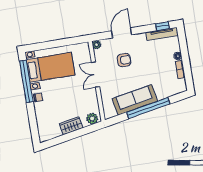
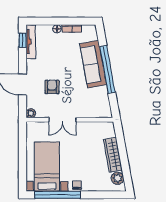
sofa: (135, 100) -> (93, 64), moved
plant: (92, 119) -> (117, 178), moved
wardrobe: (71, 126) -> (113, 155), width x1.50

